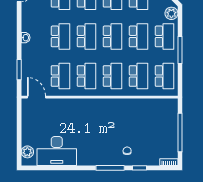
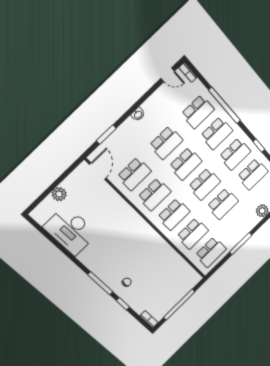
school desk: (165, 36) -> (240, 223), removed
plant: (27, 152) -> (59, 194), moved

